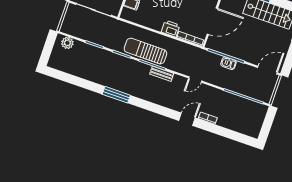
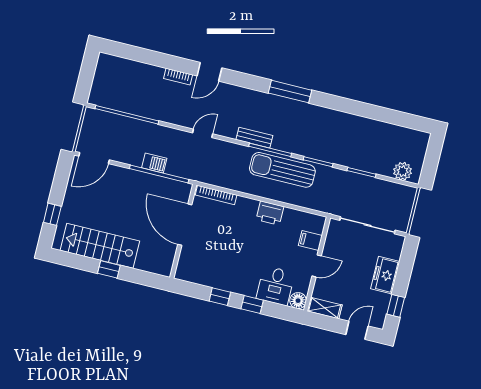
door: (212, 21) -> (185, 225), hinge flipped
printer: (171, 29) -> (270, 213), moved
sun lounger: (145, 51) -> (282, 170), turned 180
window: (116, 95) -> (290, 92), moved

